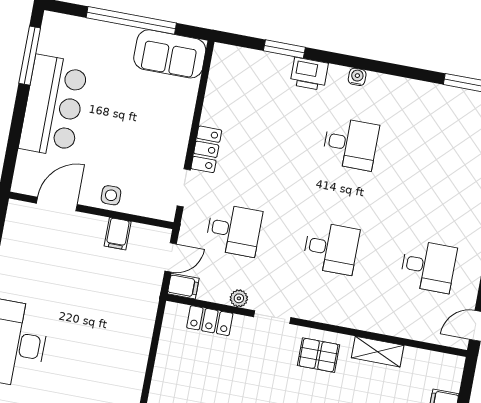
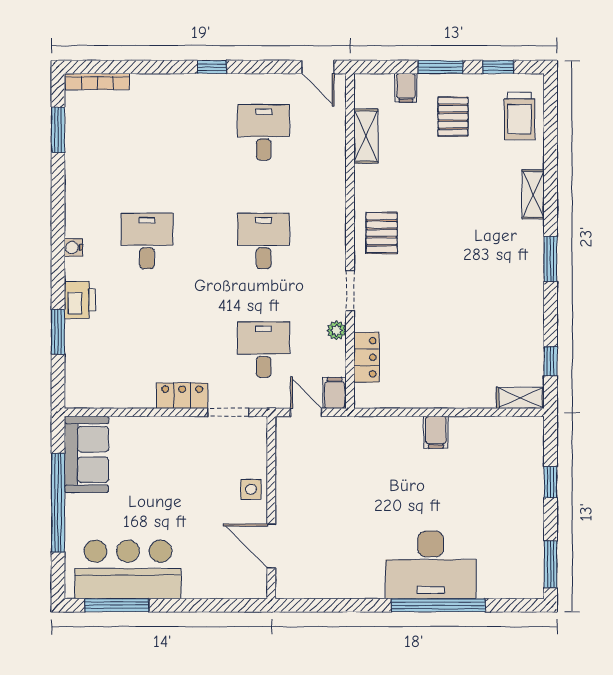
bar counter: (53, 106) -> (128, 569), moved
filing cabinet: (118, 234) -> (436, 432), moved, turned 90
shelving: (378, 352) -> (366, 136), moved

